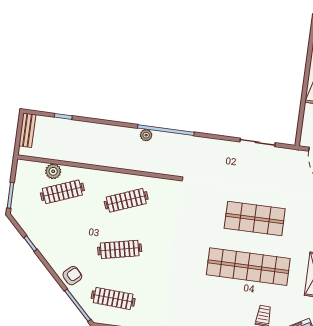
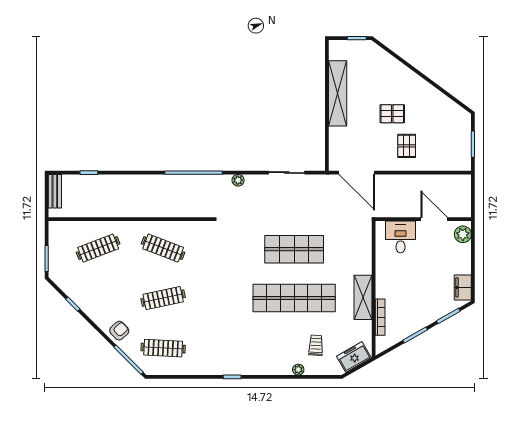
plant: (146, 135) -> (238, 180), moved
plant: (53, 171) -> (86, 229), removed
clothes rail: (126, 200) -> (163, 248), turned 42

